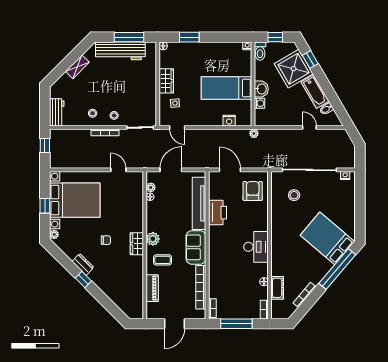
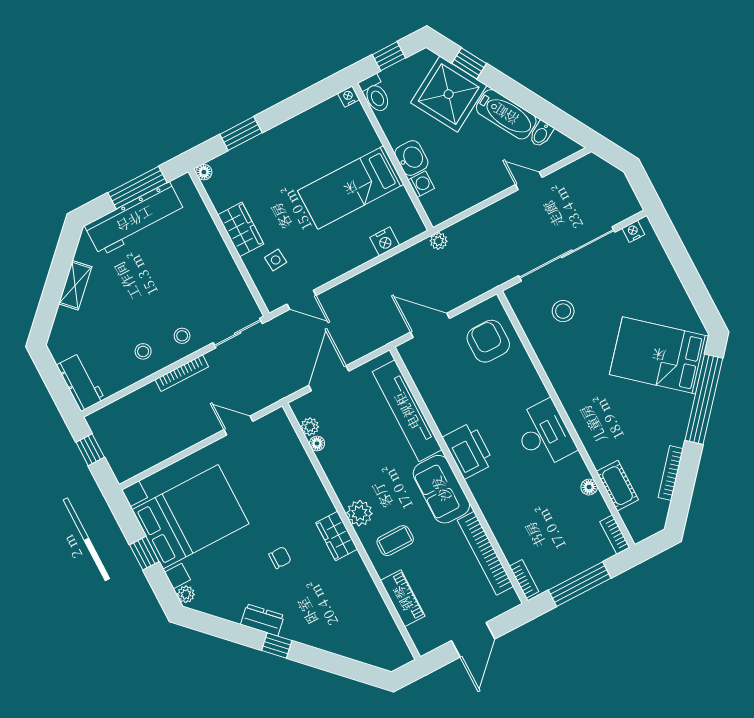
printer: (217, 213) -> (468, 450), moved

